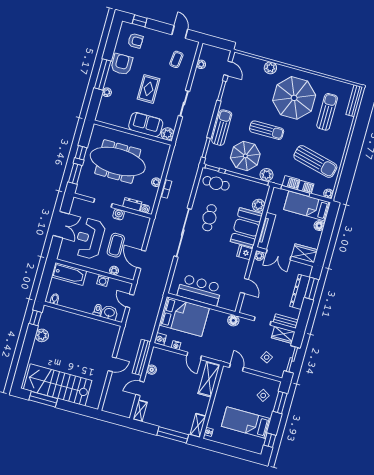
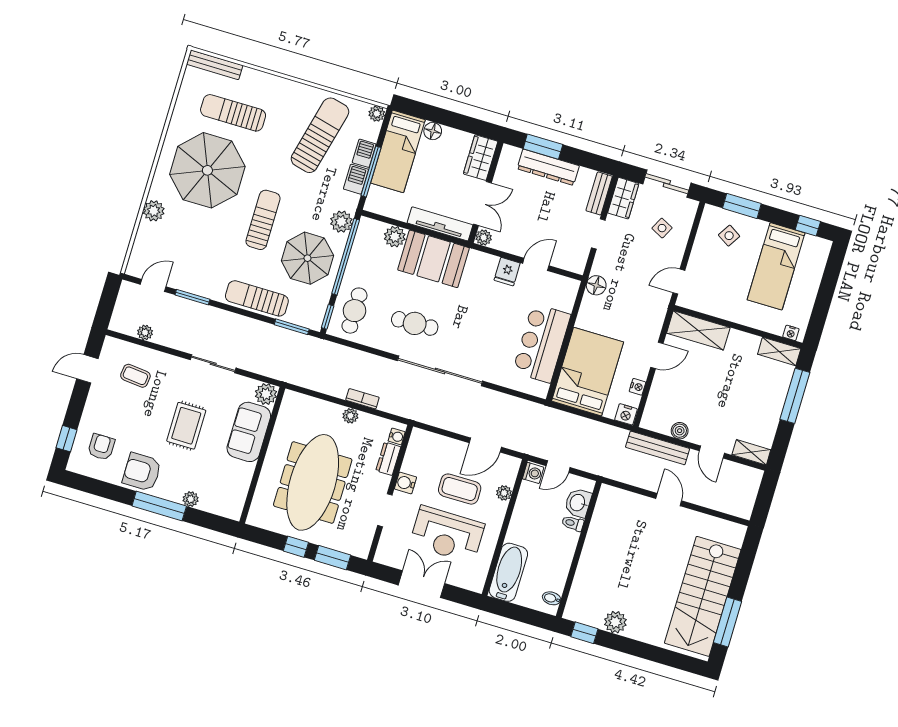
rug: (149, 89) -> (186, 426), turned 90
fridge: (245, 253) -> (507, 272), moved
washing machine: (103, 281) -> (533, 473), moved

